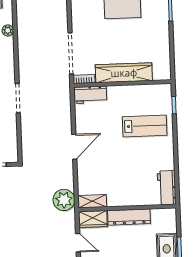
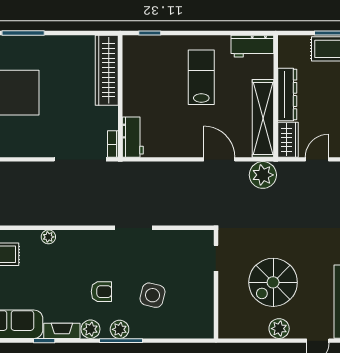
wardrobe: (124, 73) -> (107, 70), moved
lab bench: (145, 126) -> (201, 77), moved
door: (74, 147) -> (219, 159), moved
shelving: (92, 201) -> (263, 118), width x2.20, depth x1.33

